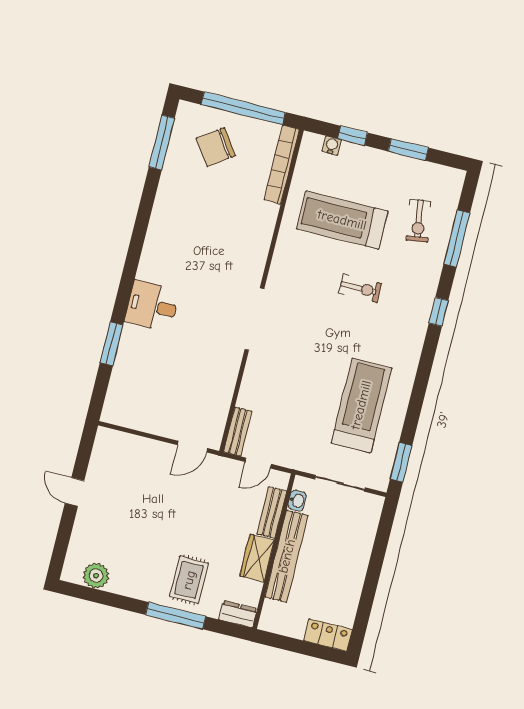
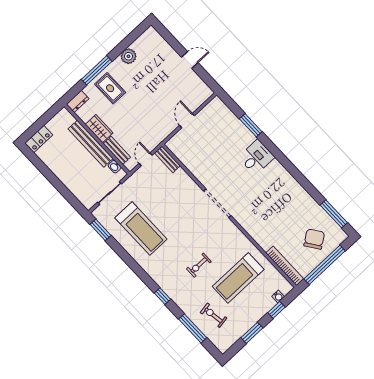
treadmill: (342, 220) -> (238, 278), turned 180
door: (193, 447) -> (187, 121), moved
plant: (96, 576) -> (128, 56), moved

